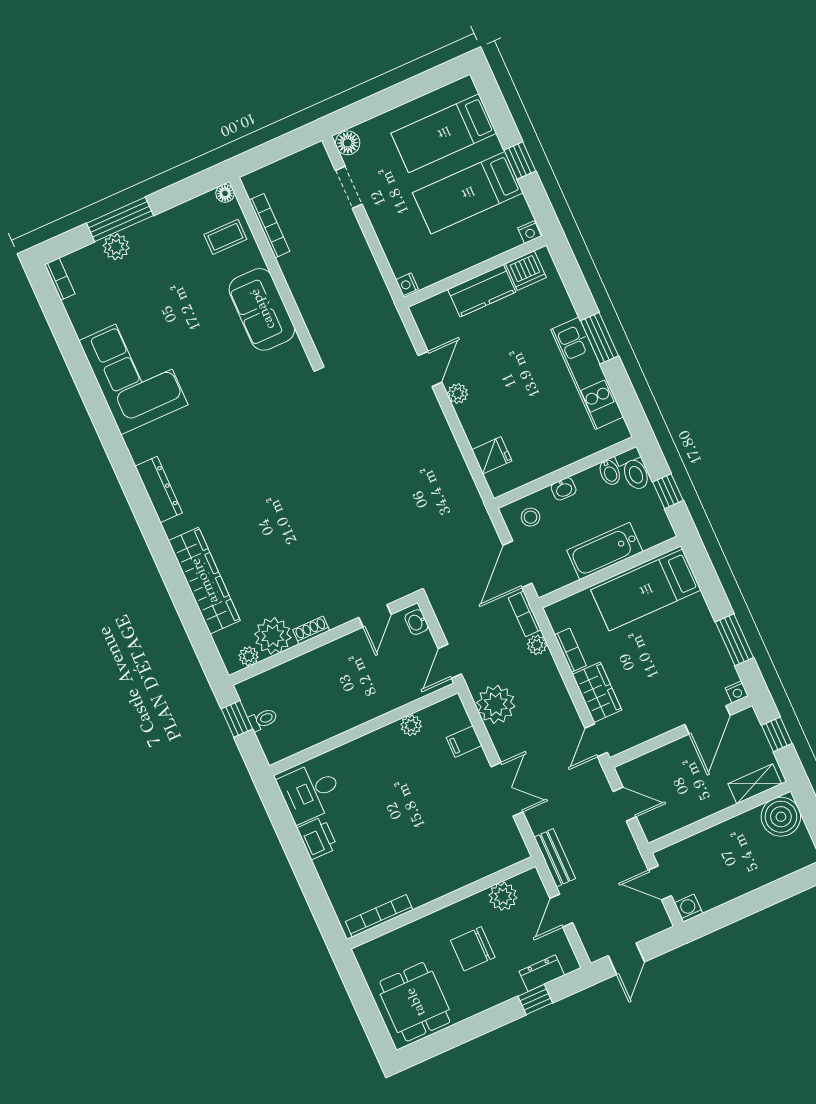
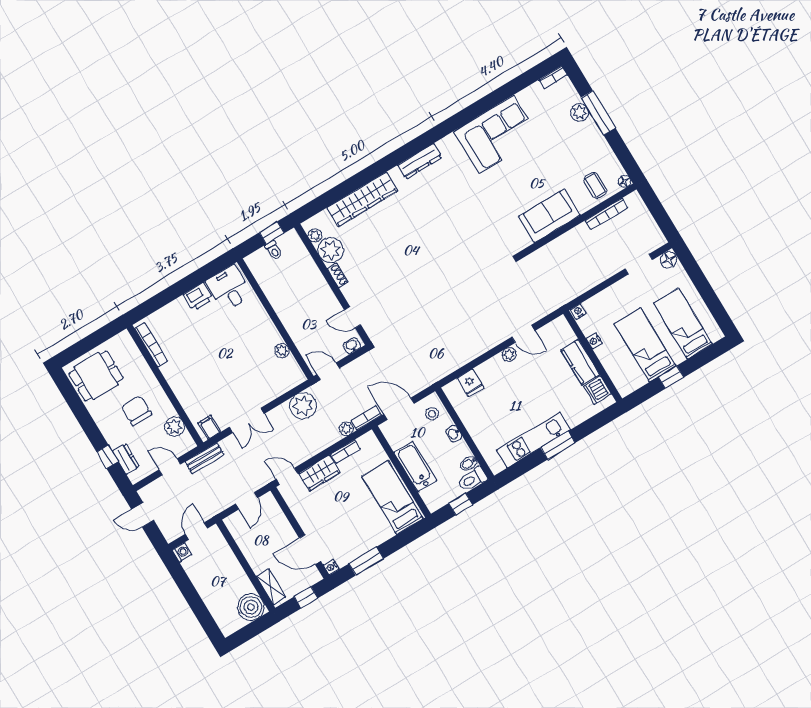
nightstand: (529, 232) -> (594, 341), moved
filing cabinet: (464, 742) -> (209, 427), moved

